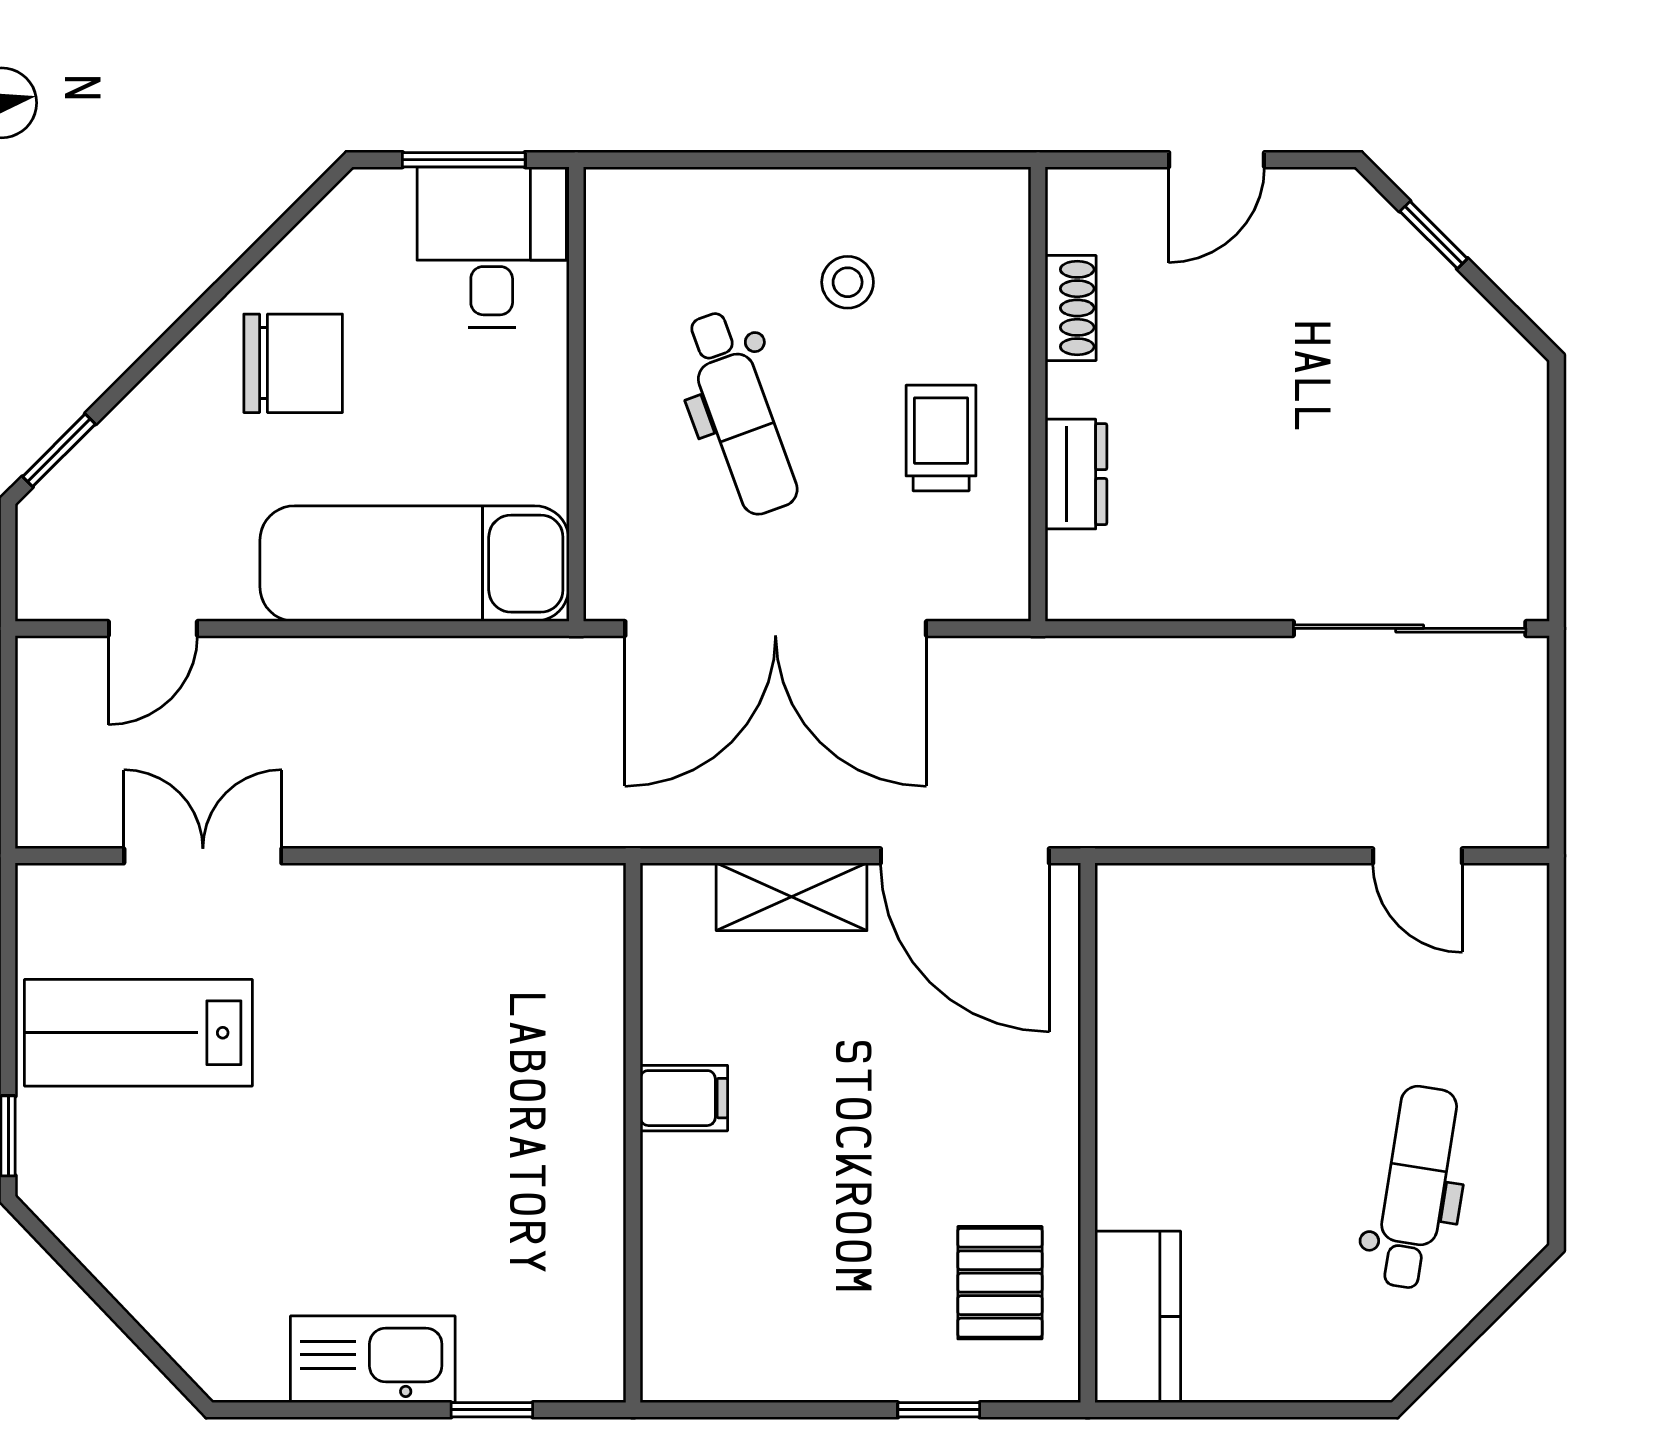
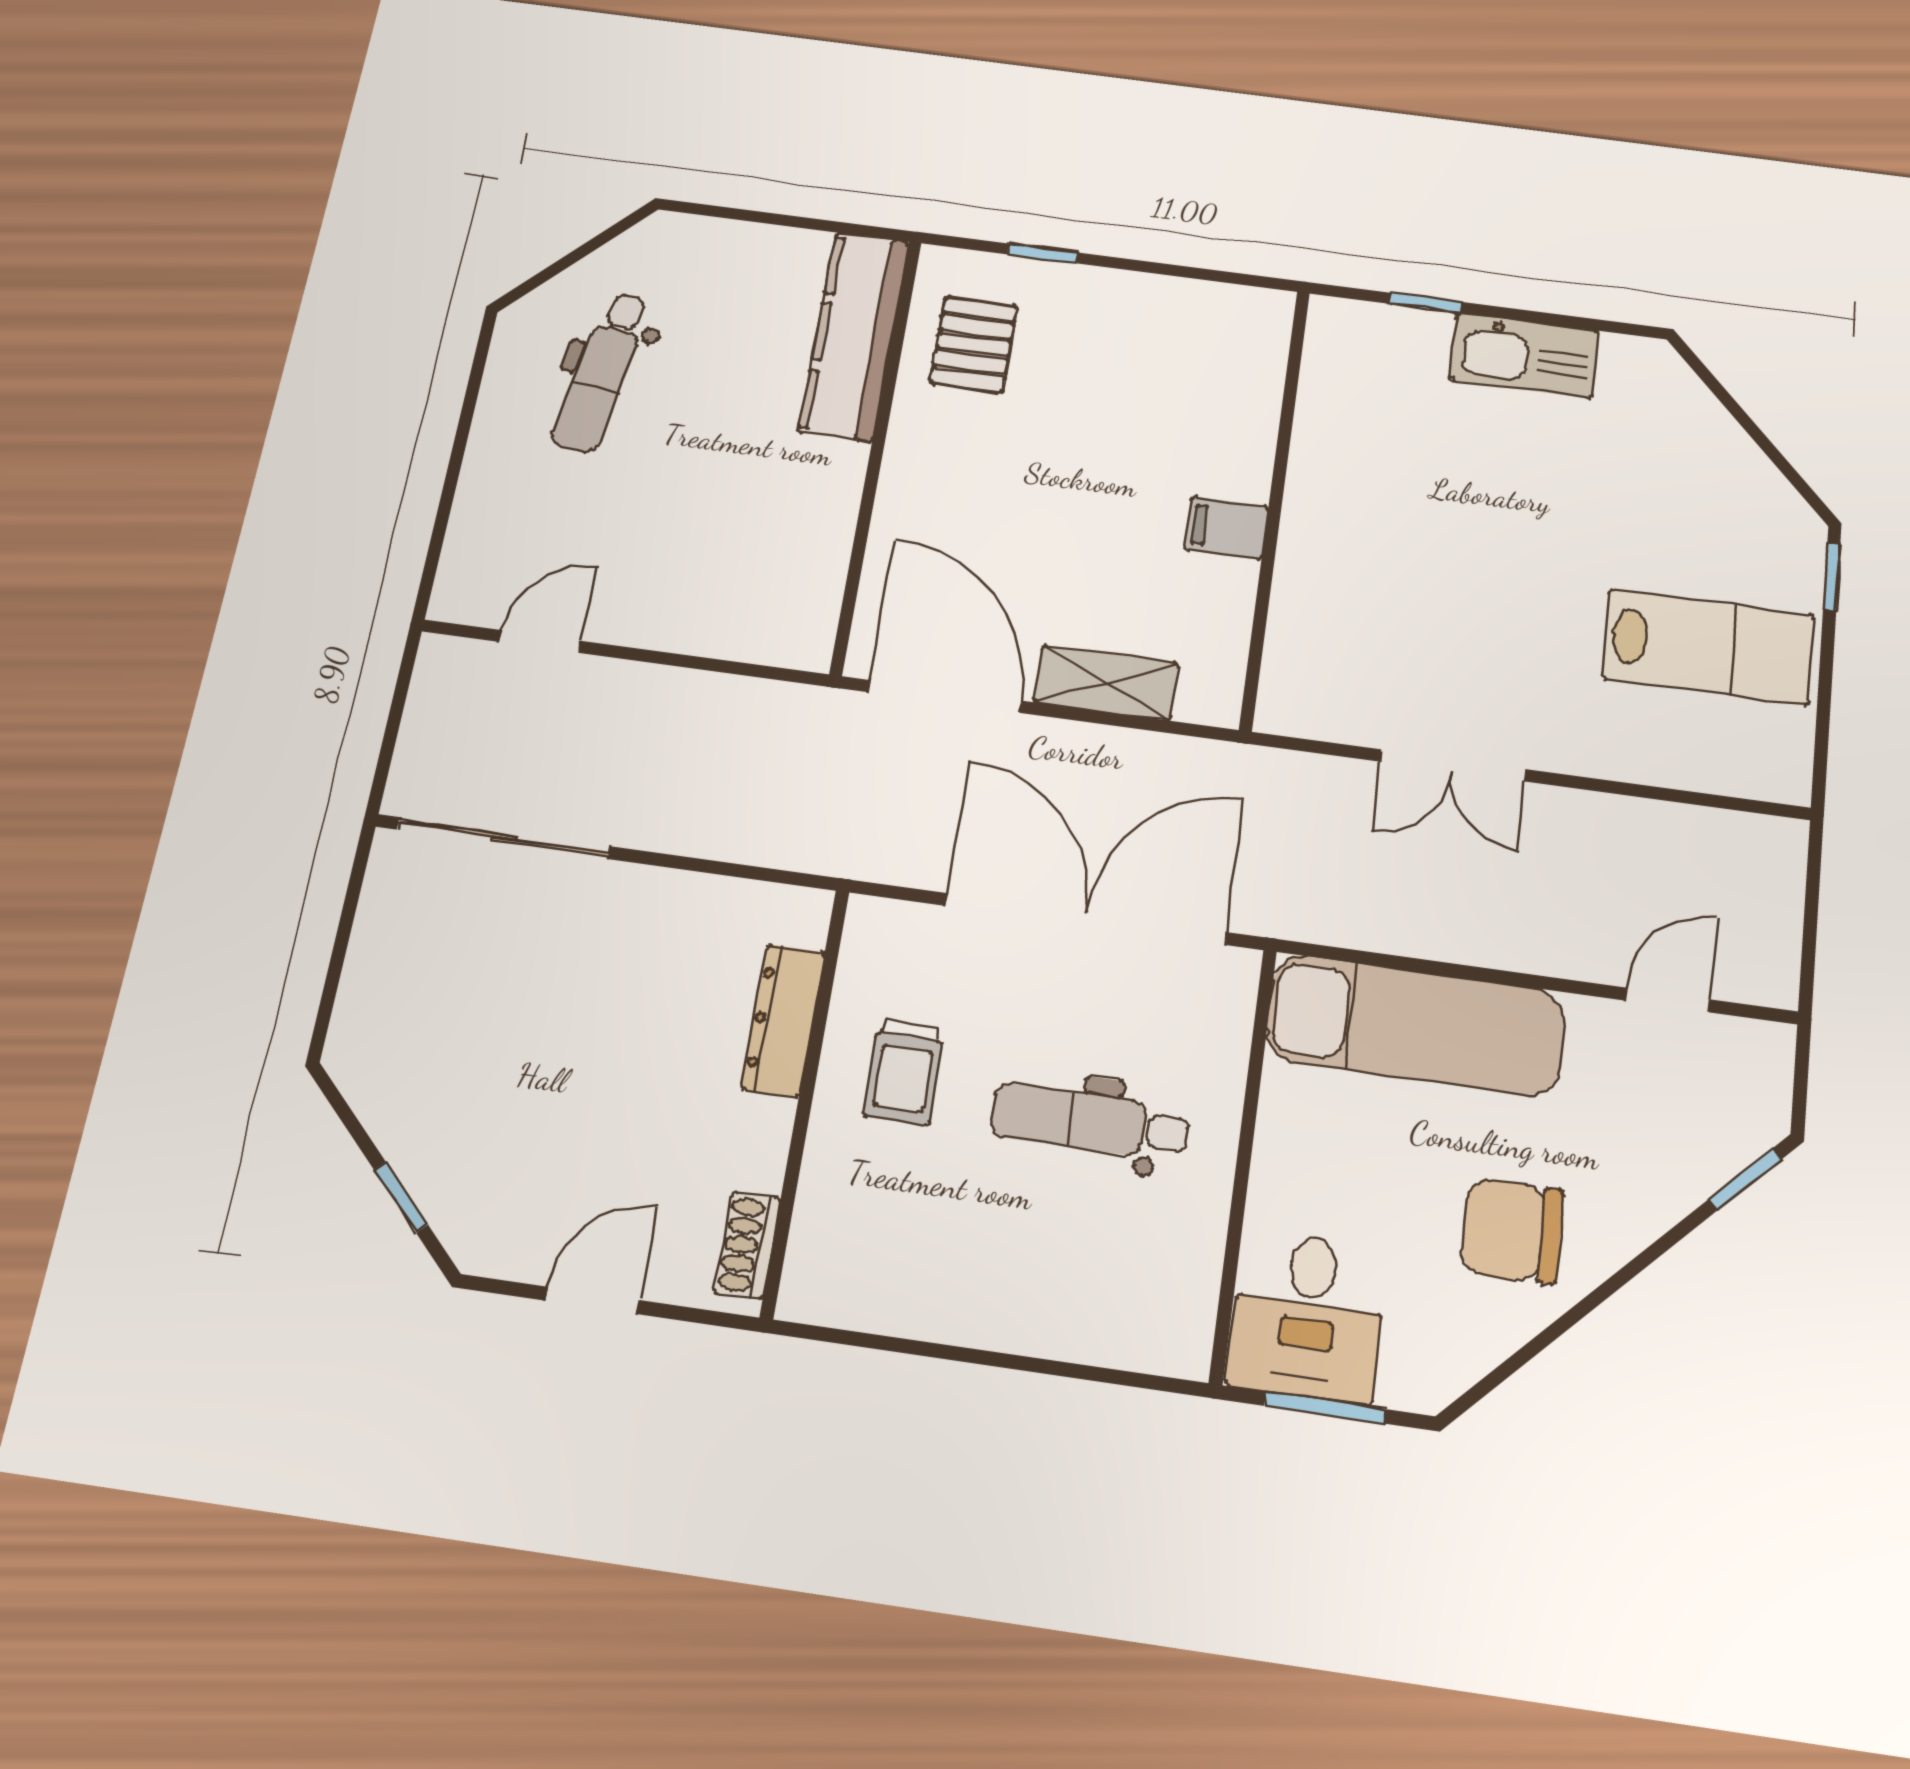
stool: (848, 282) -> (968, 1232), removed
shoe rack: (1071, 308) -> (747, 1245), moved
dental chair: (740, 413) -> (1090, 1122), turned -70
dresser: (1076, 474) -> (783, 1020), width x1.44
double door: (203, 856) -> (1453, 765), moved
door: (1418, 856) -> (540, 641), hinge flipped
kitchen counter: (1138, 1317) -> (854, 336), width x1.50

